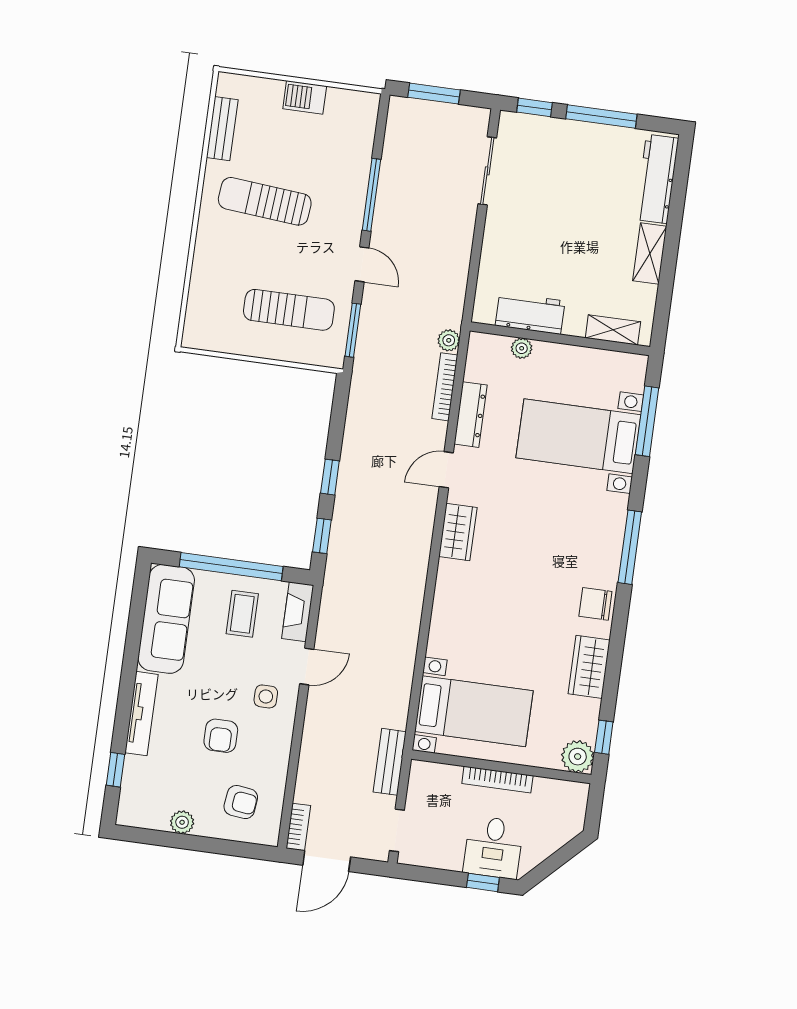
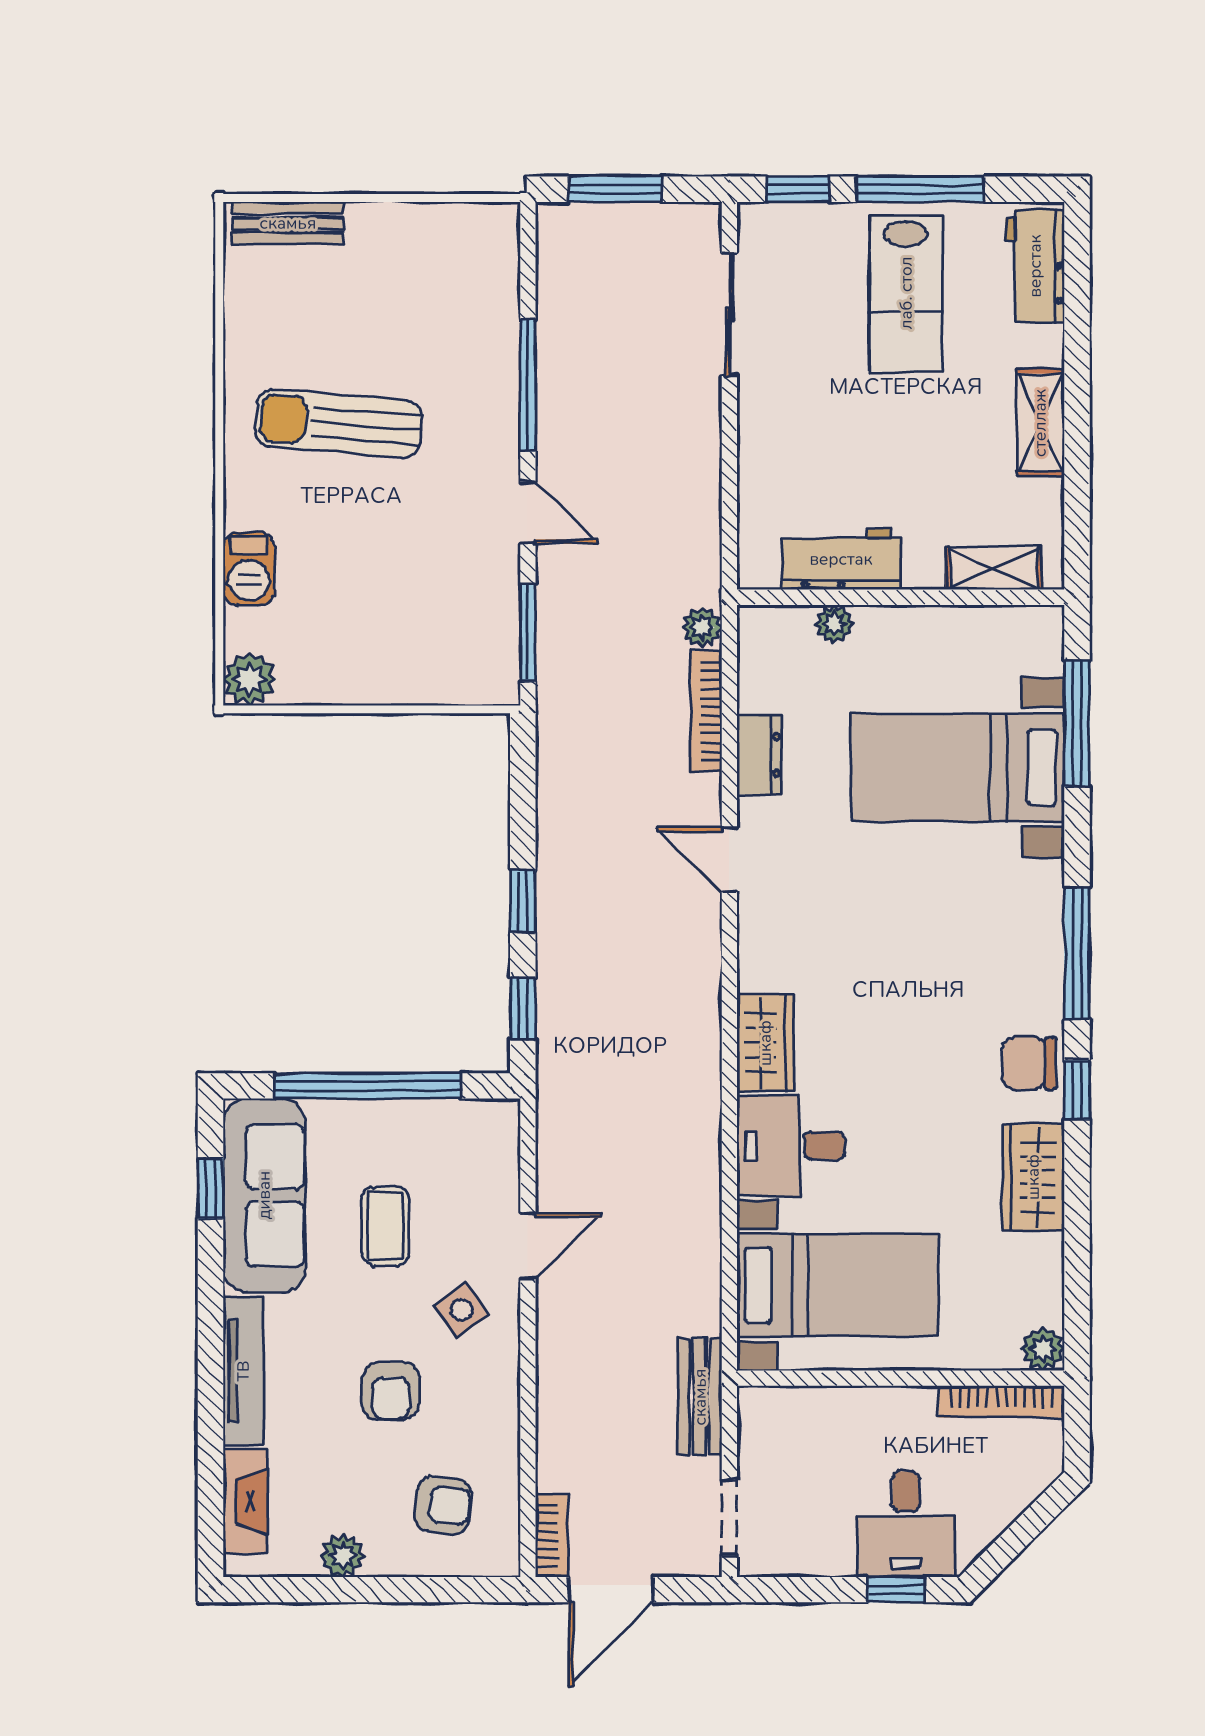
barbecue: (305, 97) -> (249, 569), moved, turned -90
bench: (222, 129) -> (288, 223), moved, turned 90
lab bench: (586, 173) -> (906, 293), added
workbench: (657, 179) -> (1035, 266), width x0.73
sun lounger: (289, 310) -> (408, 612), removed
plant: (197, 335) -> (250, 679), added
dresser: (471, 415) -> (759, 755), width x0.70
door: (446, 470) -> (729, 860), hinge flipped
wardrobe: (458, 532) -> (765, 1043), moved
fireplace: (298, 612) -> (245, 1501), moved, turned 180
coffee table: (242, 614) -> (385, 1226), moved
desk: (459, 631) -> (791, 1146), added
side table: (266, 696) -> (462, 1310), turned -35
window: (604, 737) -> (1077, 1090), moved
plant: (578, 757) -> (1043, 1349), width x0.73, depth x0.73
window: (115, 770) -> (210, 1189), moved
bookcase: (497, 779) -> (1001, 1402), moved

